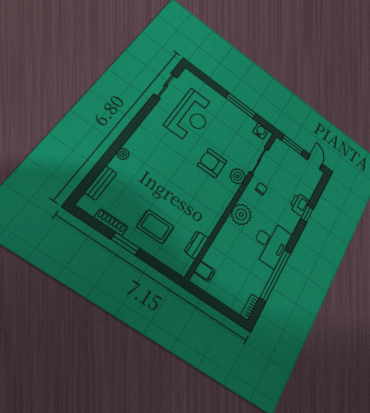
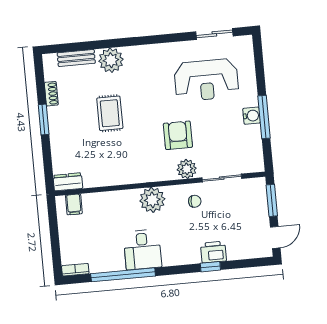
water cooler: (261, 131) -> (252, 116), moved
plant: (123, 154) -> (111, 60), width x1.88, depth x1.88
shoe rack: (111, 222) -> (51, 94), width x0.70
rug: (155, 227) -> (110, 113), moved
desk: (271, 243) -> (142, 250), width x0.73
dresser: (196, 245) -> (68, 182), moved

